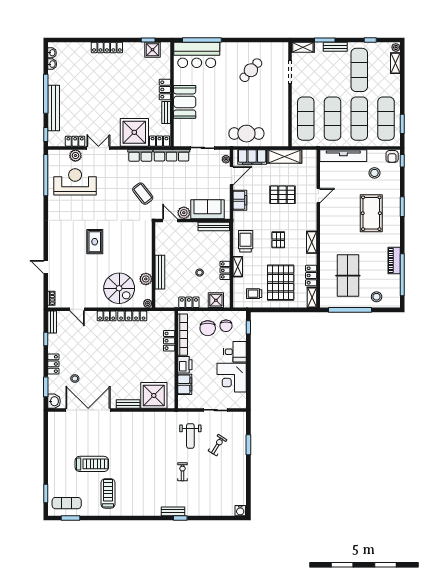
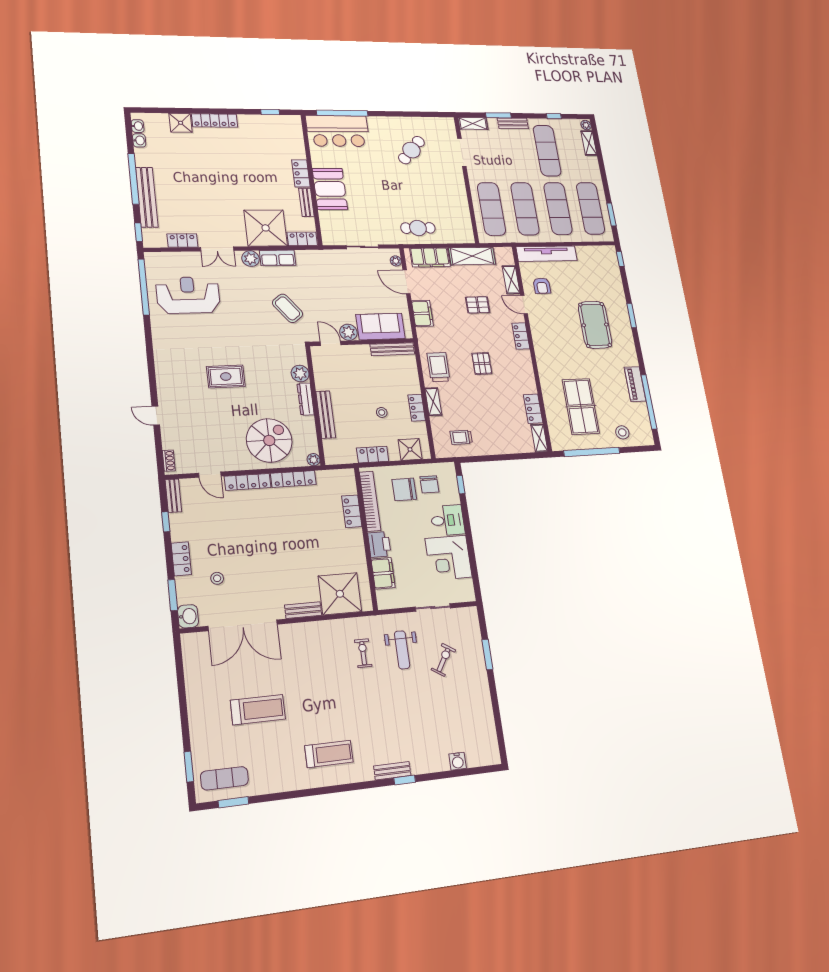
shower: (152, 50) -> (181, 123), moved
cafe table: (246, 134) -> (418, 228), width x0.73, depth x0.74
double door: (98, 148) -> (217, 249), swing flipped
row of seats: (172, 155) -> (321, 257), removed
plant: (75, 156) -> (251, 259), moved
armchair: (392, 156) -> (542, 286), moved
stool: (374, 173) -> (589, 274), removed
door: (232, 176) -> (406, 282), swing flipped
pallet: (282, 195) -> (478, 305), width x0.67, depth x0.71
door: (318, 196) -> (524, 305), swing flipped
locker: (311, 220) -> (521, 336), added
rug: (95, 242) -> (226, 377), turned 90
shelving: (312, 242) -> (511, 280), moved
dresser: (147, 260) -> (306, 399), added
plant: (146, 279) -> (300, 374), moved
pallet: (281, 283) -> (494, 420), removed
spiral stairs: (119, 288) -> (269, 440), turned -90
locker: (107, 316) -> (248, 482), width x1.53
chair: (208, 328) -> (404, 489), turned 90
double door: (88, 410) -> (243, 625), swing flipped
exercise bike: (182, 472) -> (363, 653), moved
treadmill: (108, 493) -> (329, 754), moved, turned 90
water cooler: (240, 511) -> (458, 761), moved

